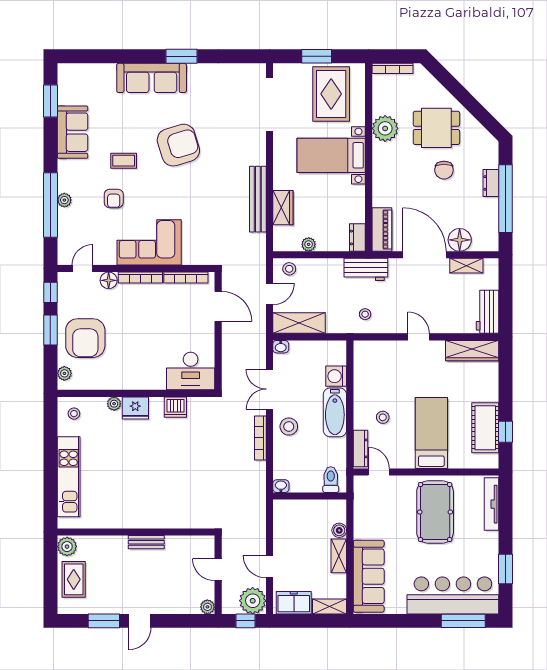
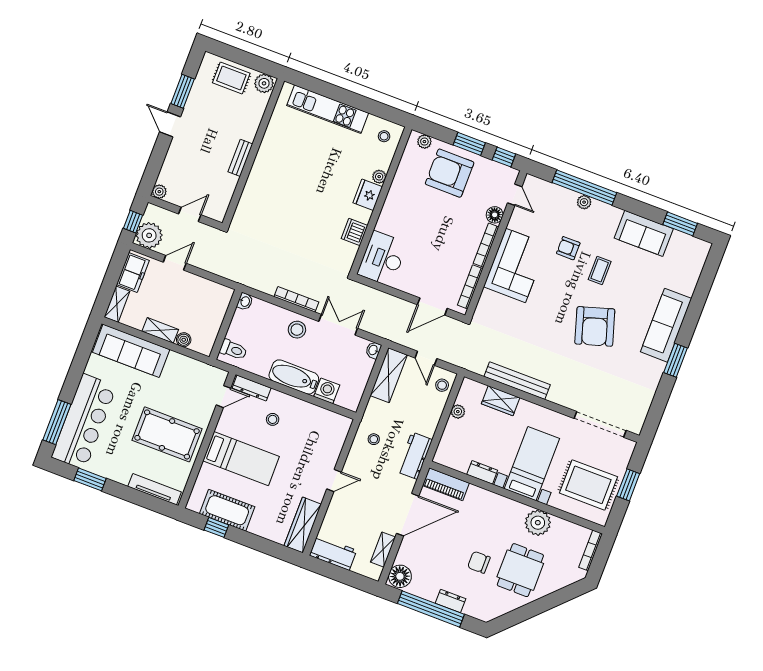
dresser: (357, 237) -> (482, 472), moved
floor lamp: (460, 240) -> (400, 576), moved

